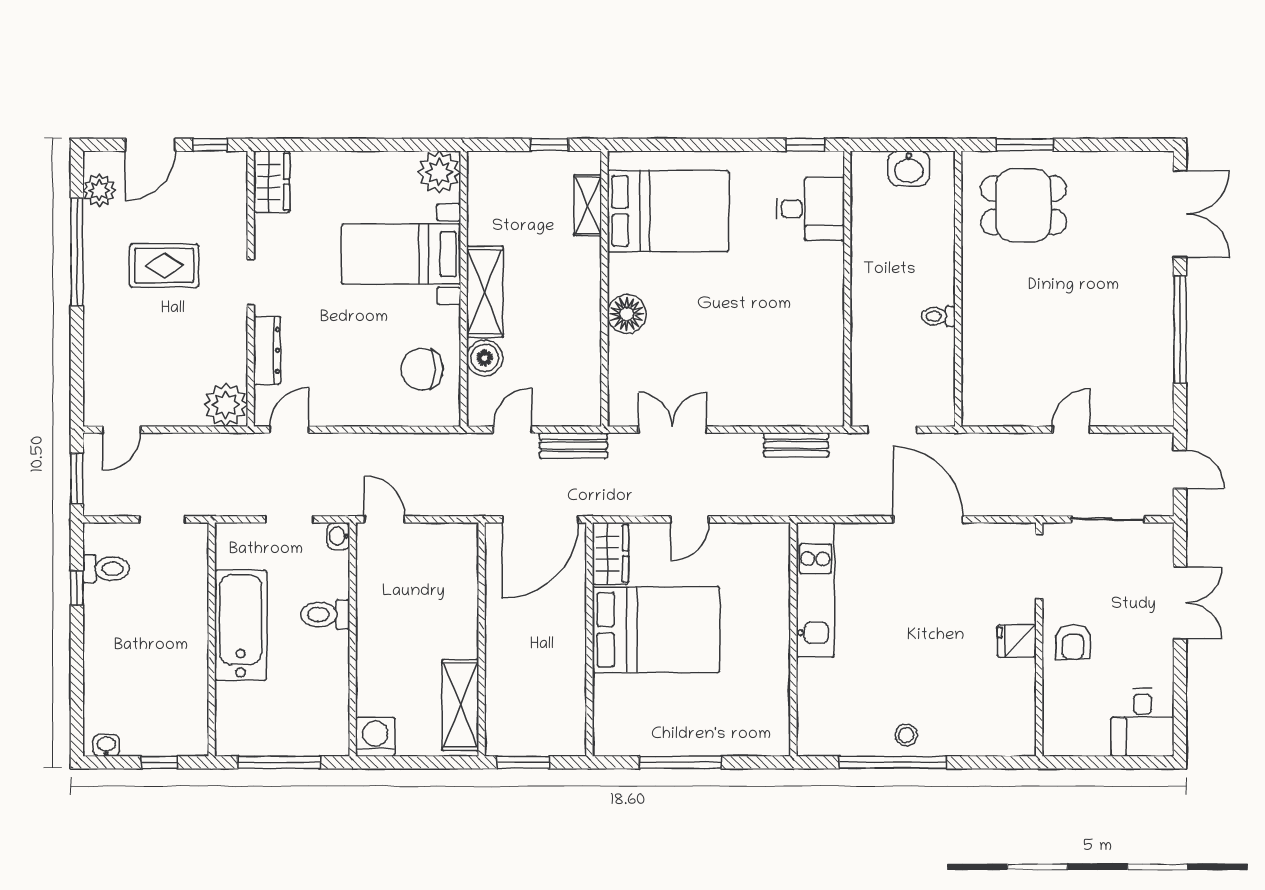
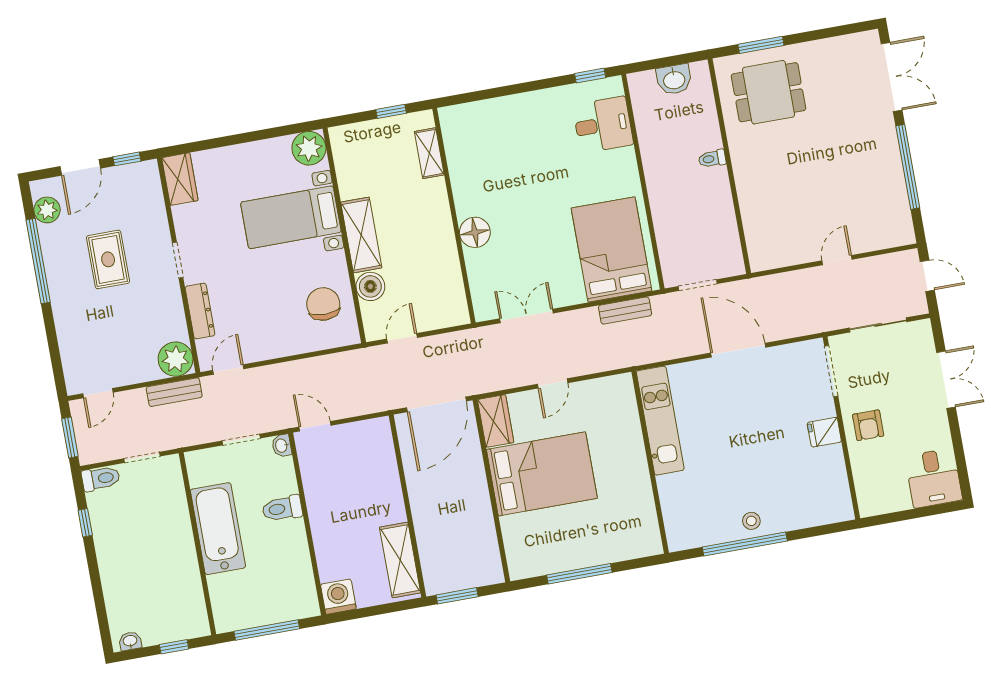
bed: (668, 211) -> (612, 249), moved, turned -90
rug: (164, 266) -> (108, 259), turned 90
toilet: (939, 316) -> (712, 159), moved
chair: (422, 369) -> (323, 304), turned 90
bench: (573, 446) -> (174, 392), moved
toilet: (106, 569) -> (101, 479), moved

